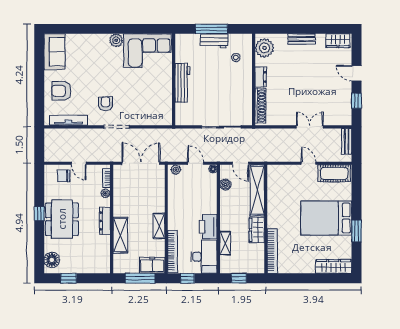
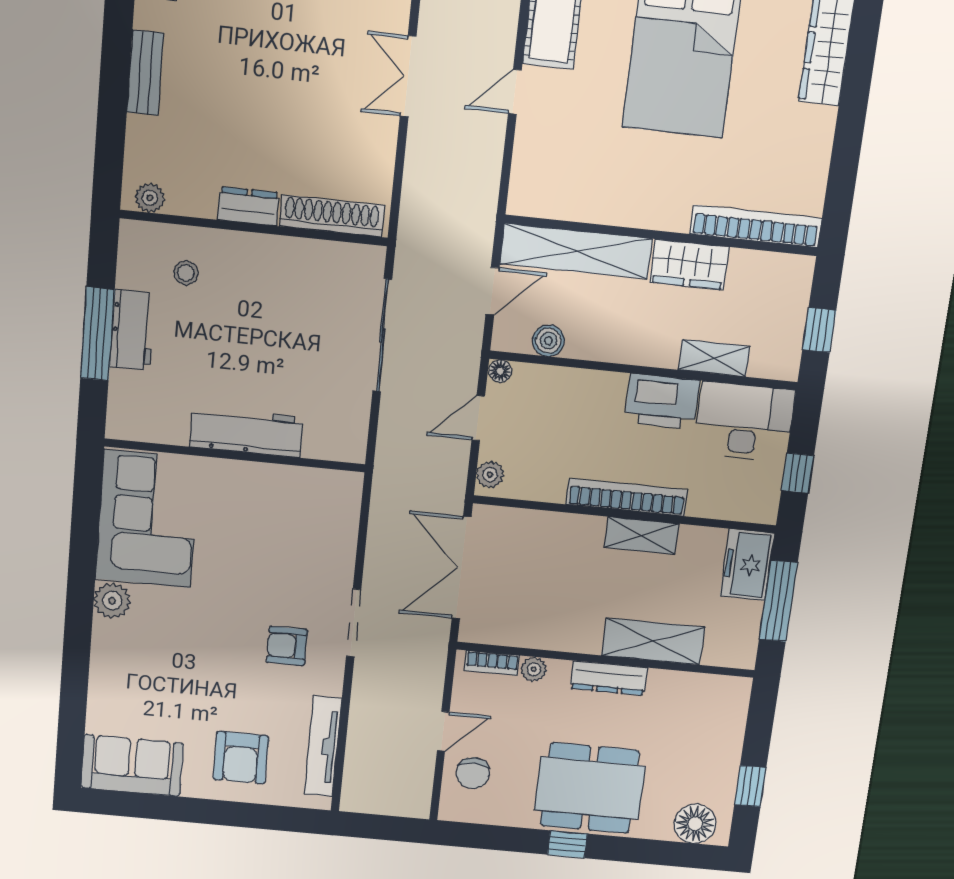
plant: (264, 48) -> (150, 198), width x0.53, depth x0.53
bookcase: (173, 252) -> (627, 497), moved

